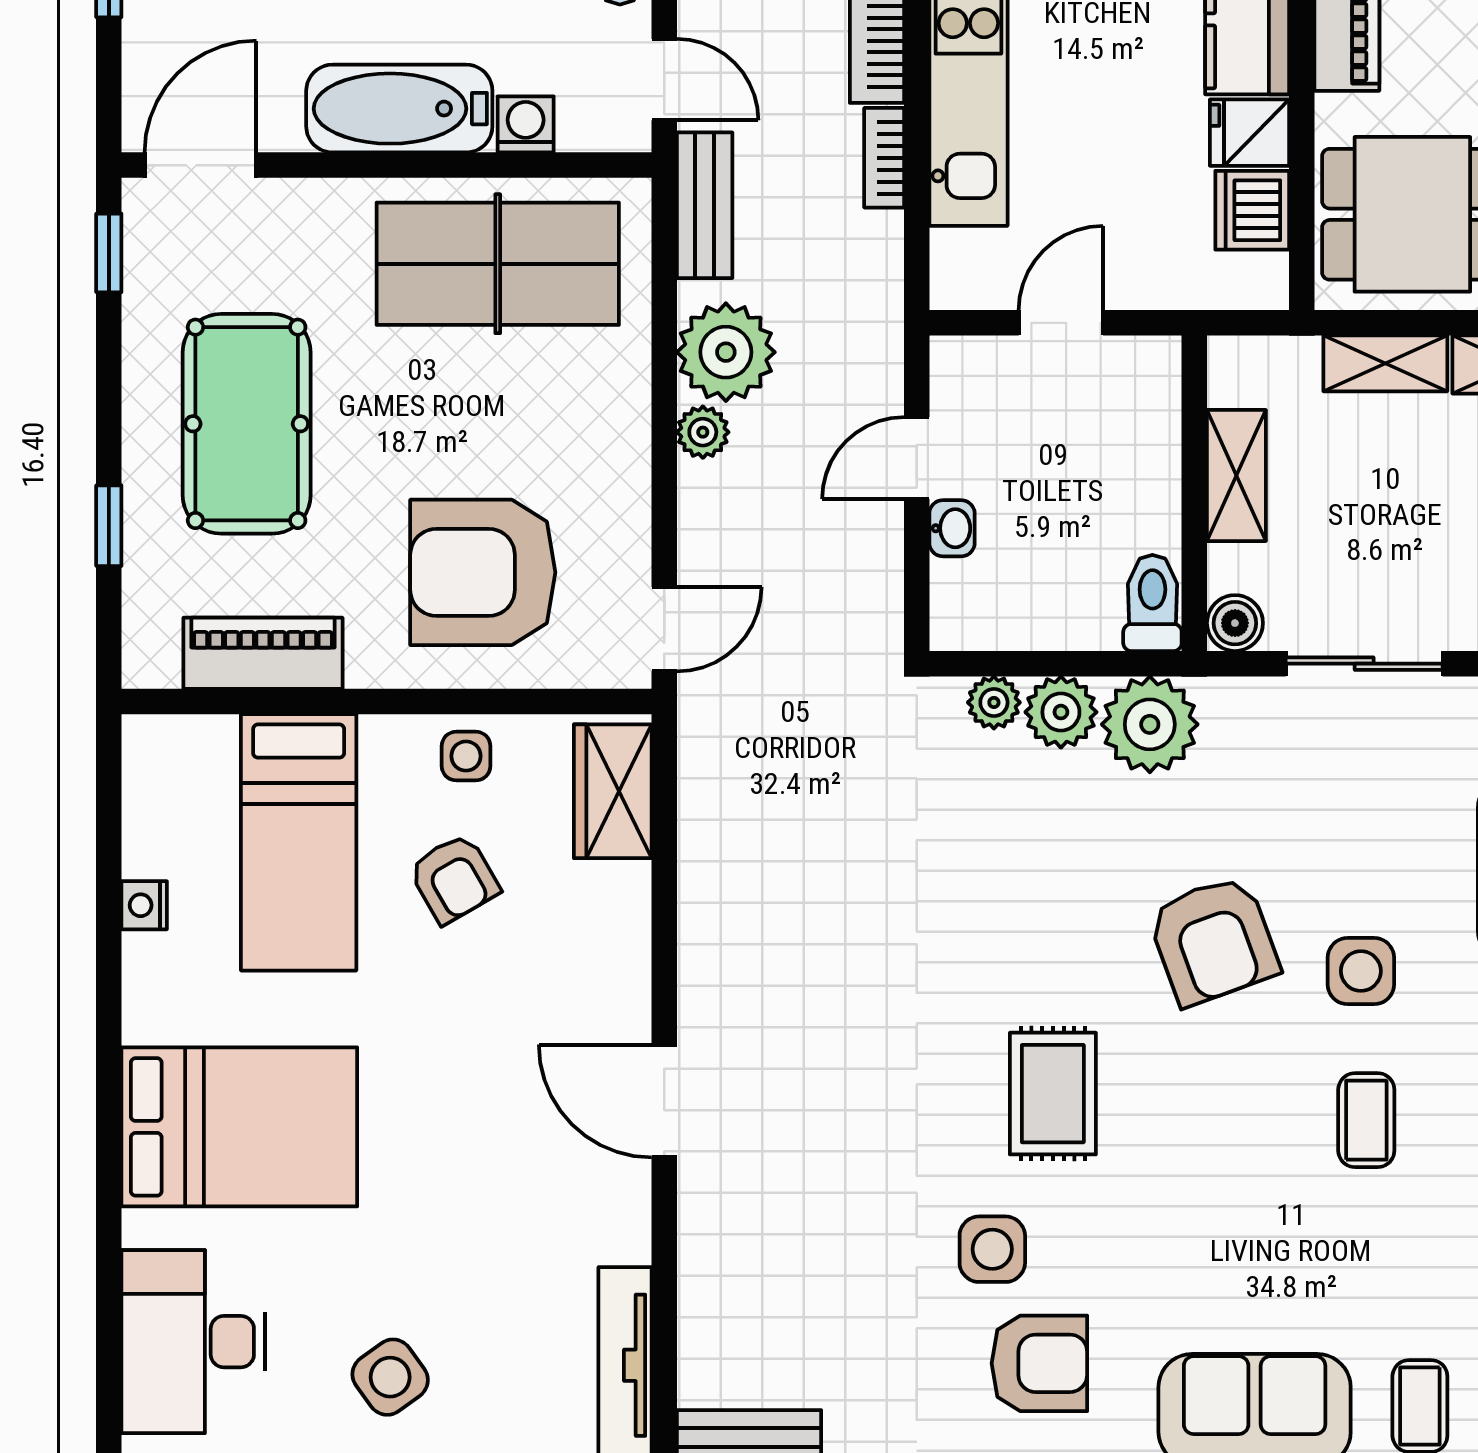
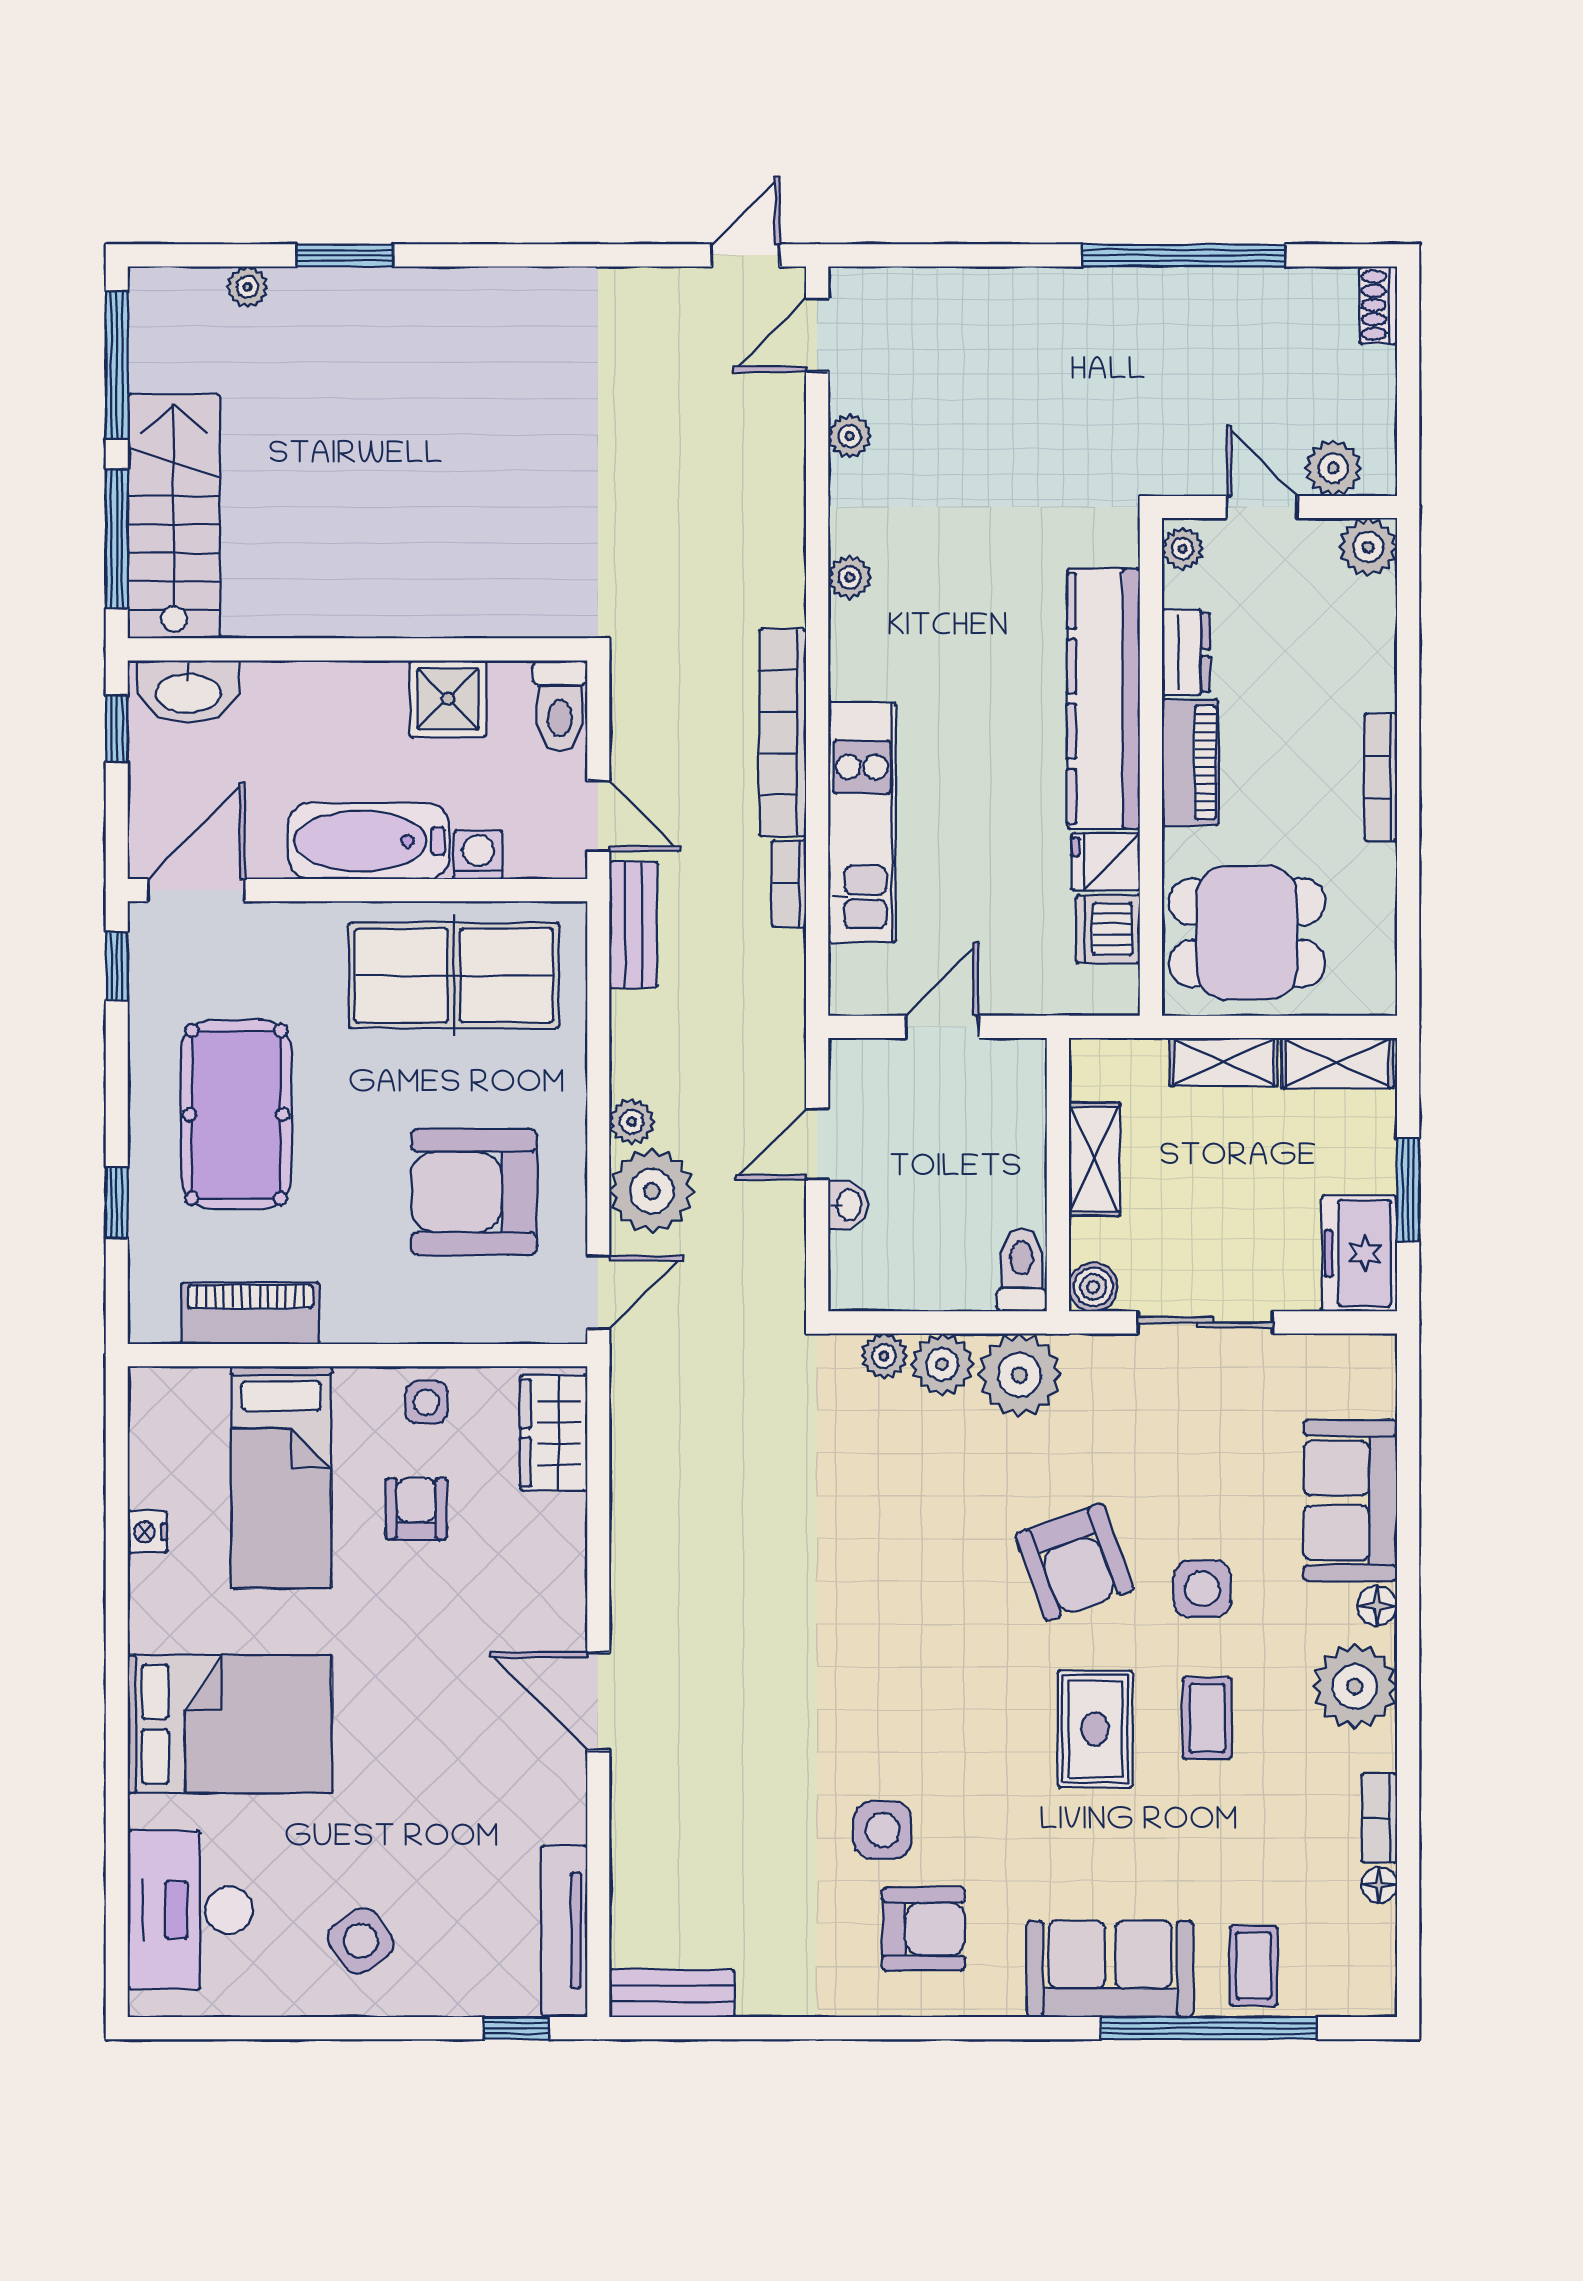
plant: (726, 352) -> (652, 1191), moved
armchair: (483, 572) -> (474, 1192), moved
armchair: (454, 879) -> (416, 1509), turned -150
rug: (1053, 1094) -> (1095, 1729), moved

